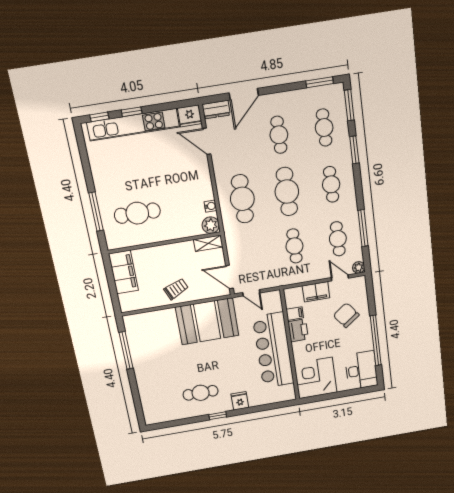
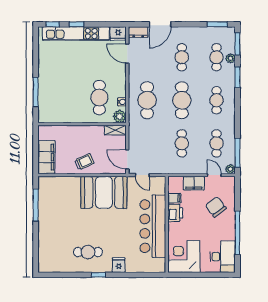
plant: (342, 126) -> (230, 58), added
cafe table: (137, 213) -> (99, 98), moved, turned 90
window: (363, 228) -> (237, 153), moved
filing cabinet: (123, 272) -> (46, 157), moved

